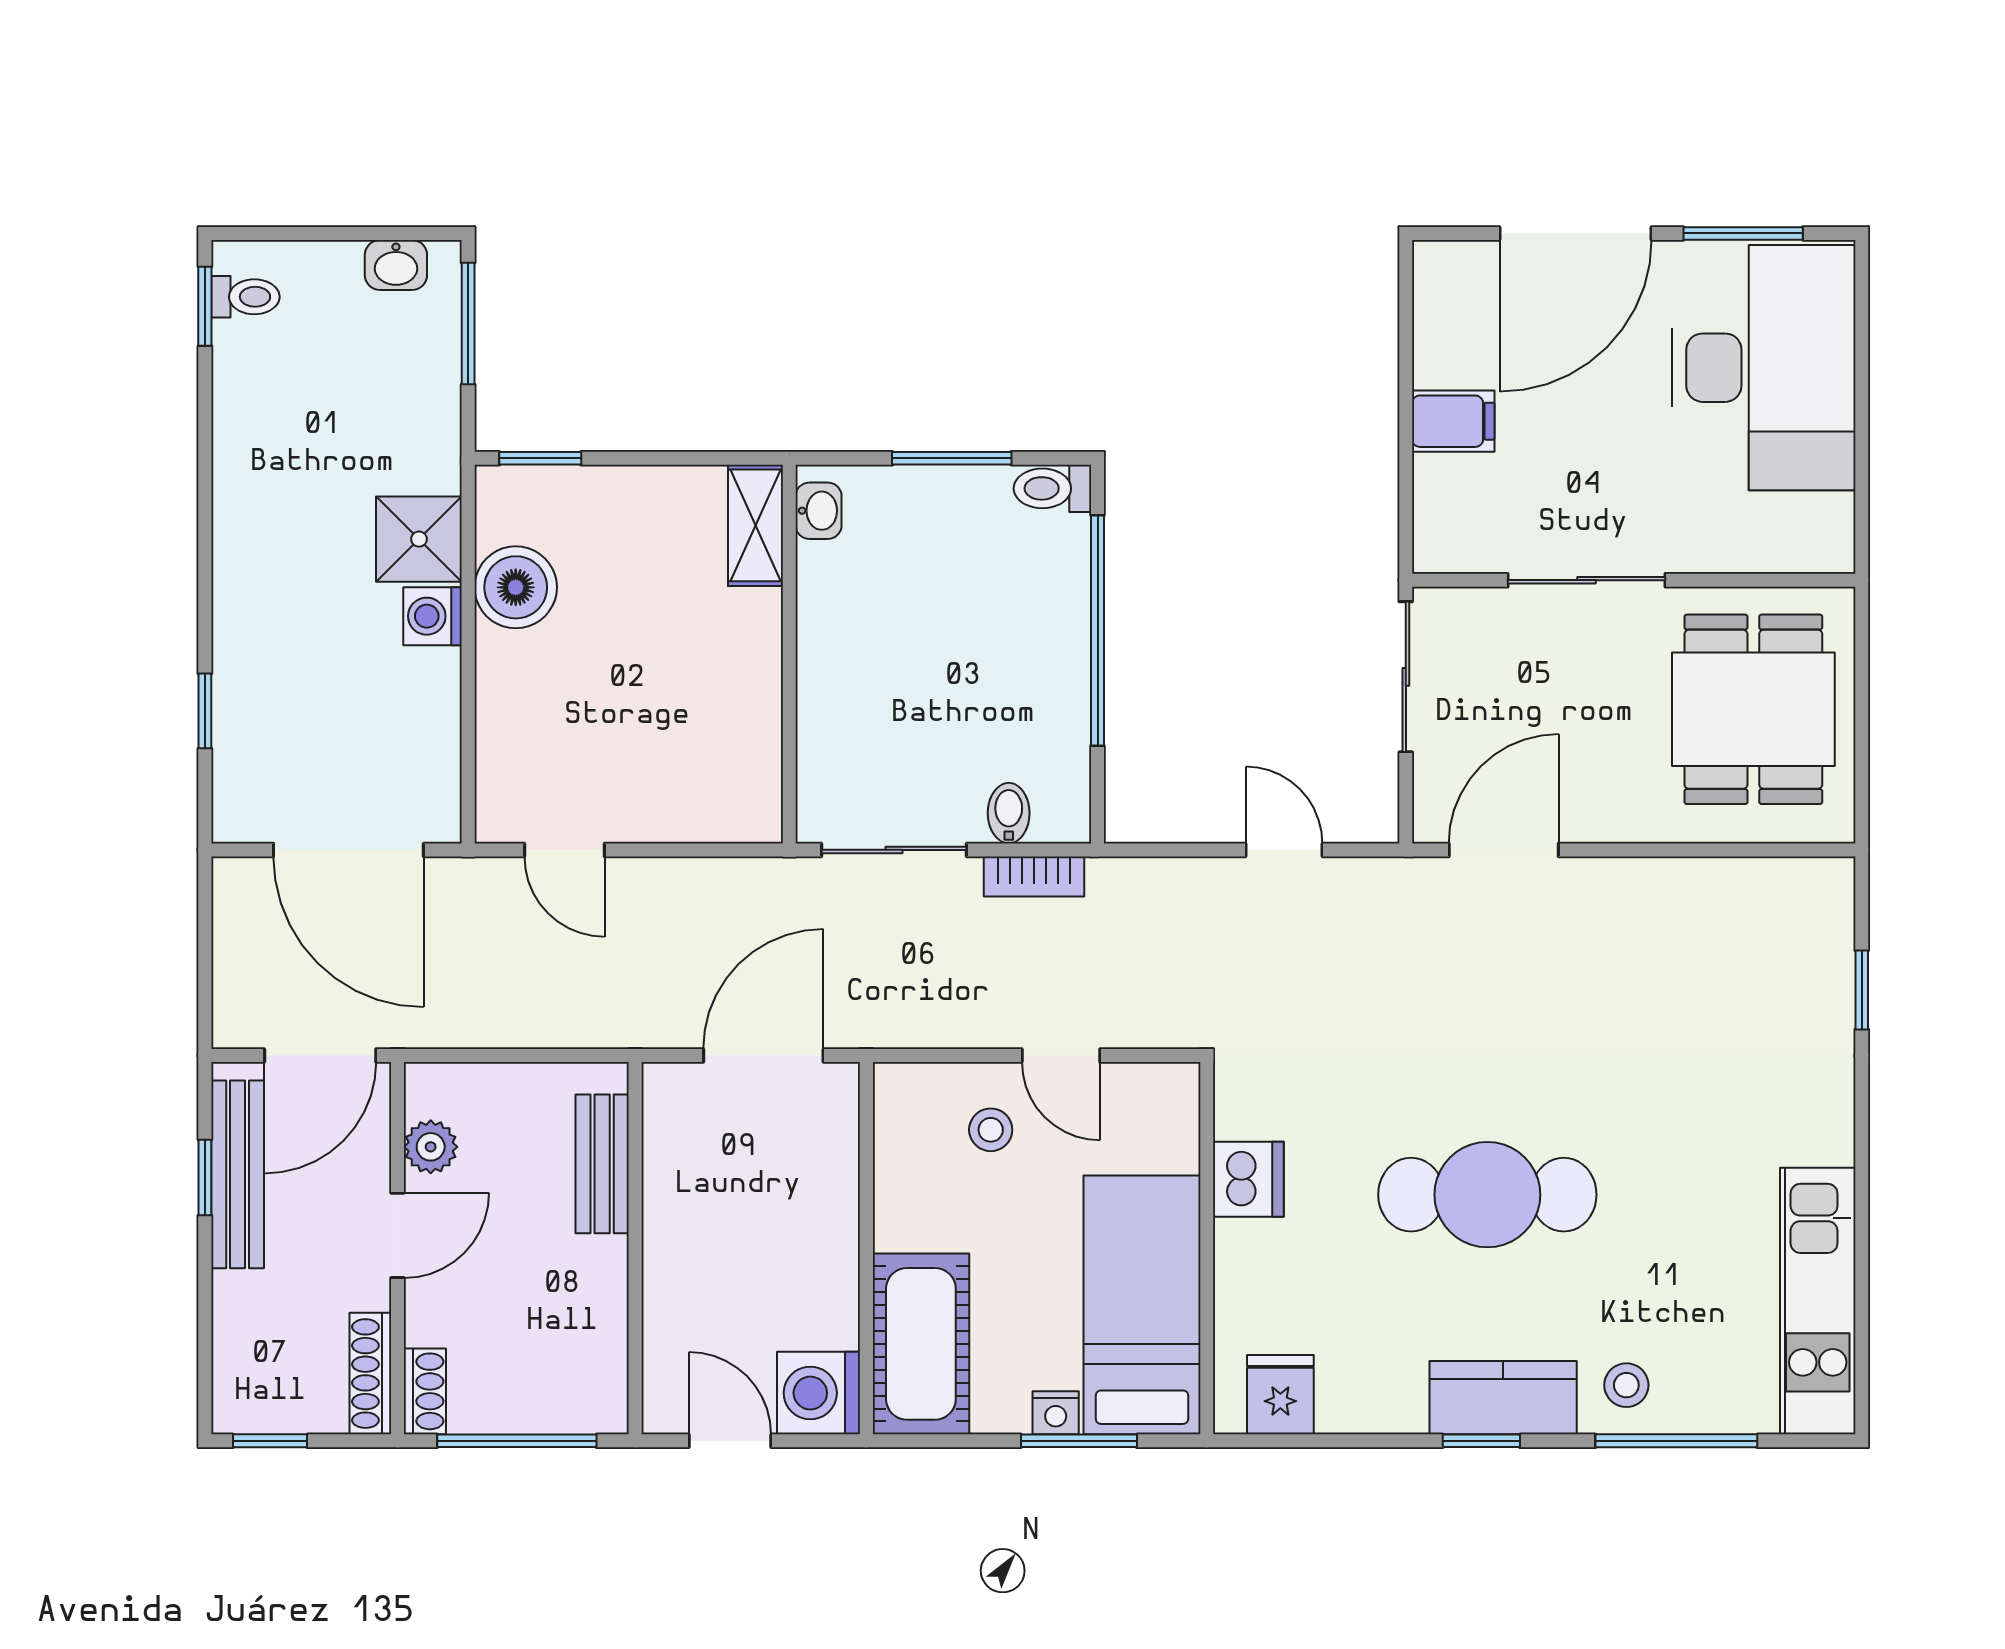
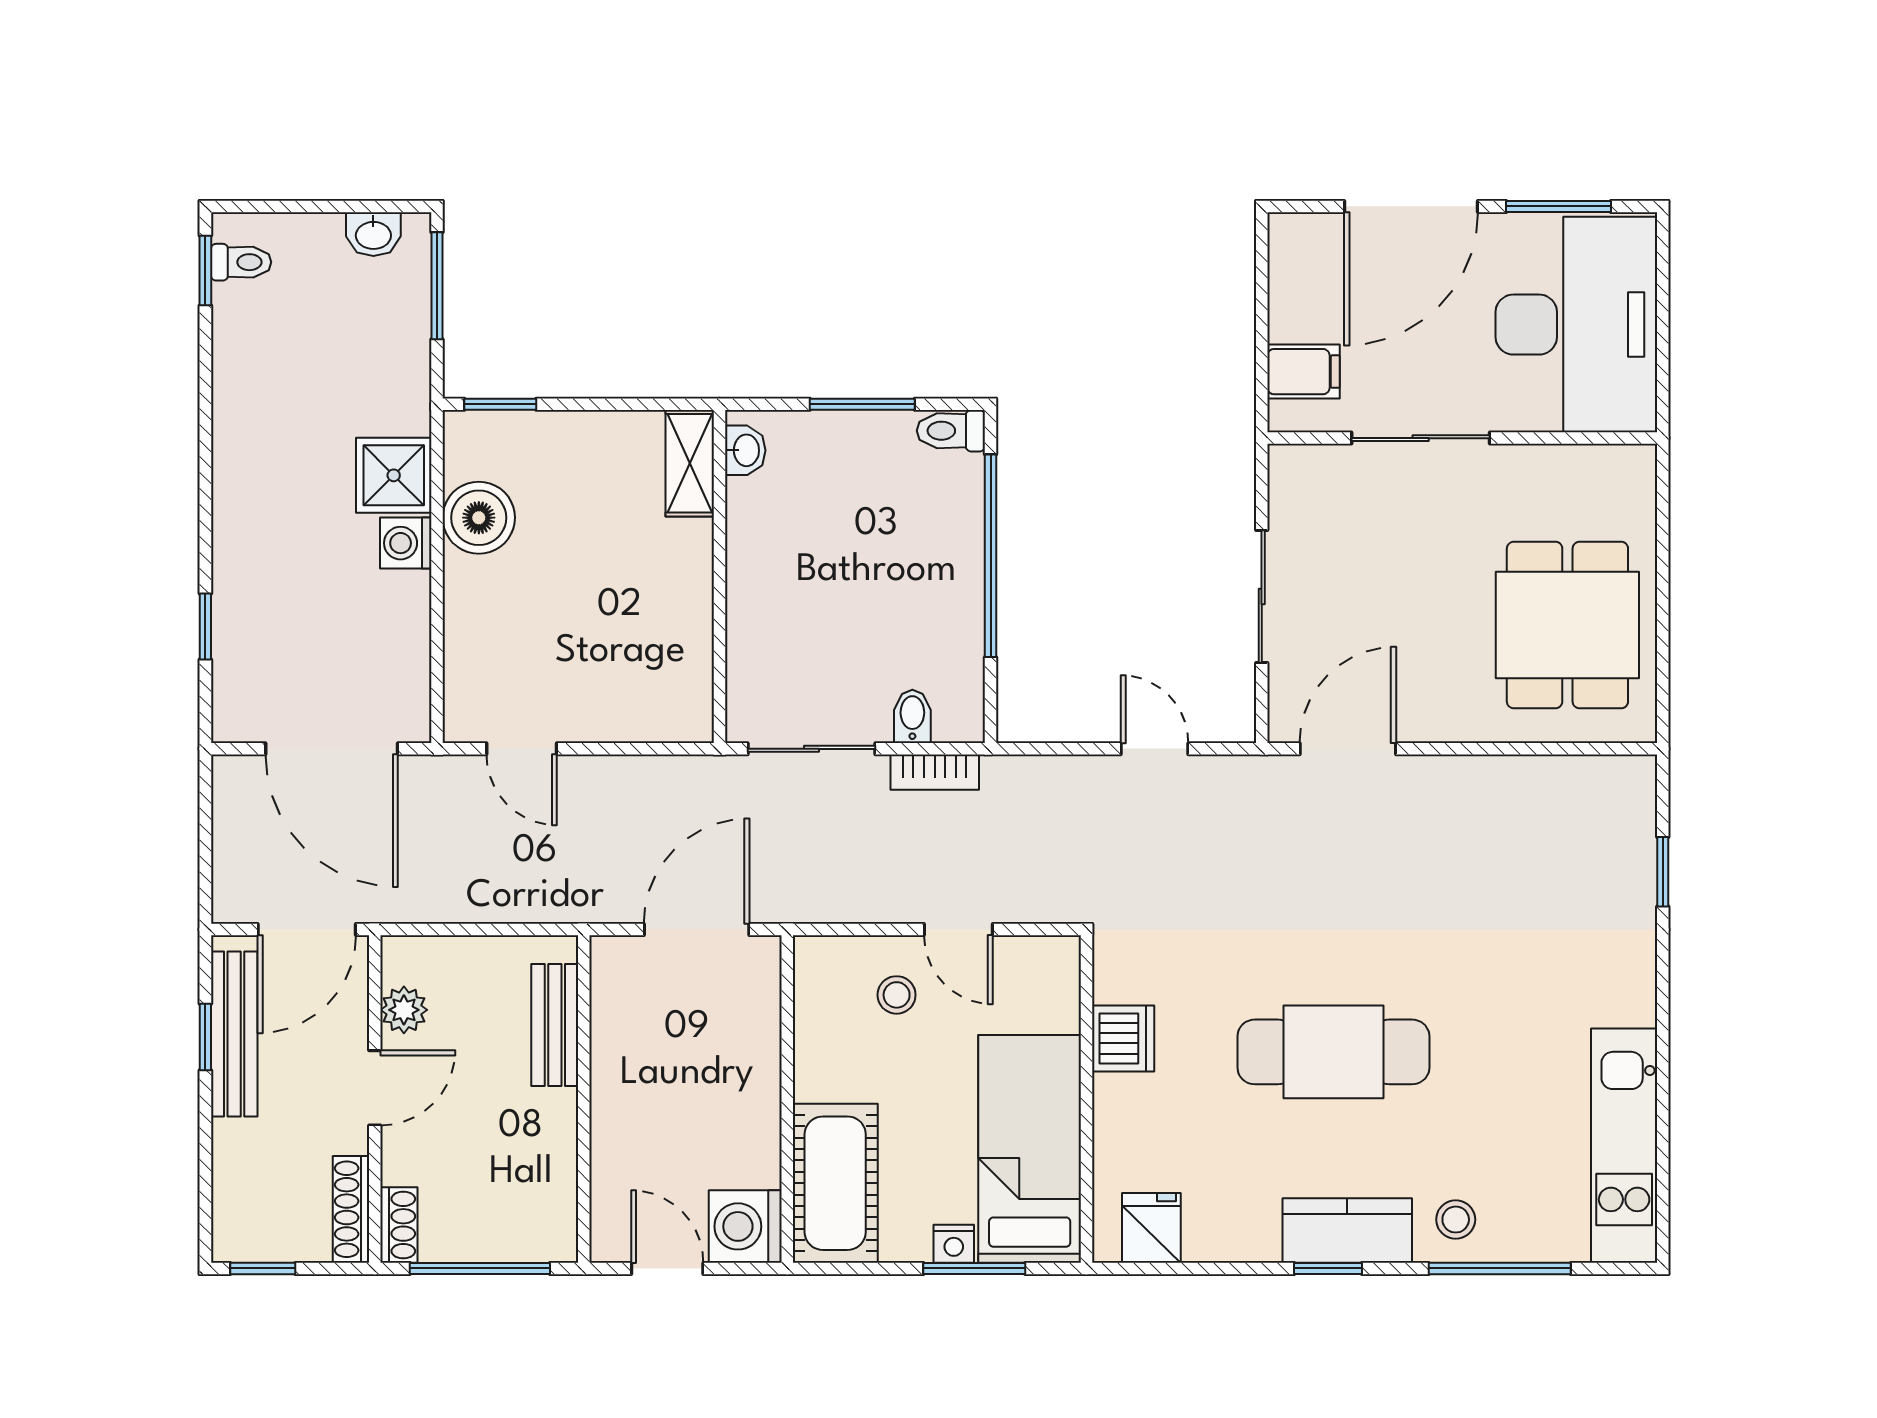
sliding door: (1586, 580) -> (1421, 438), moved
wall: (1634, 580) -> (1462, 438), moved

